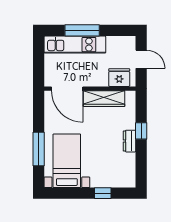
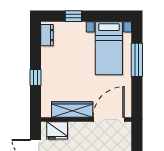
door: (67, 89) -> (109, 120), hinge flipped
dresser: (129, 141) -> (47, 35), moved

